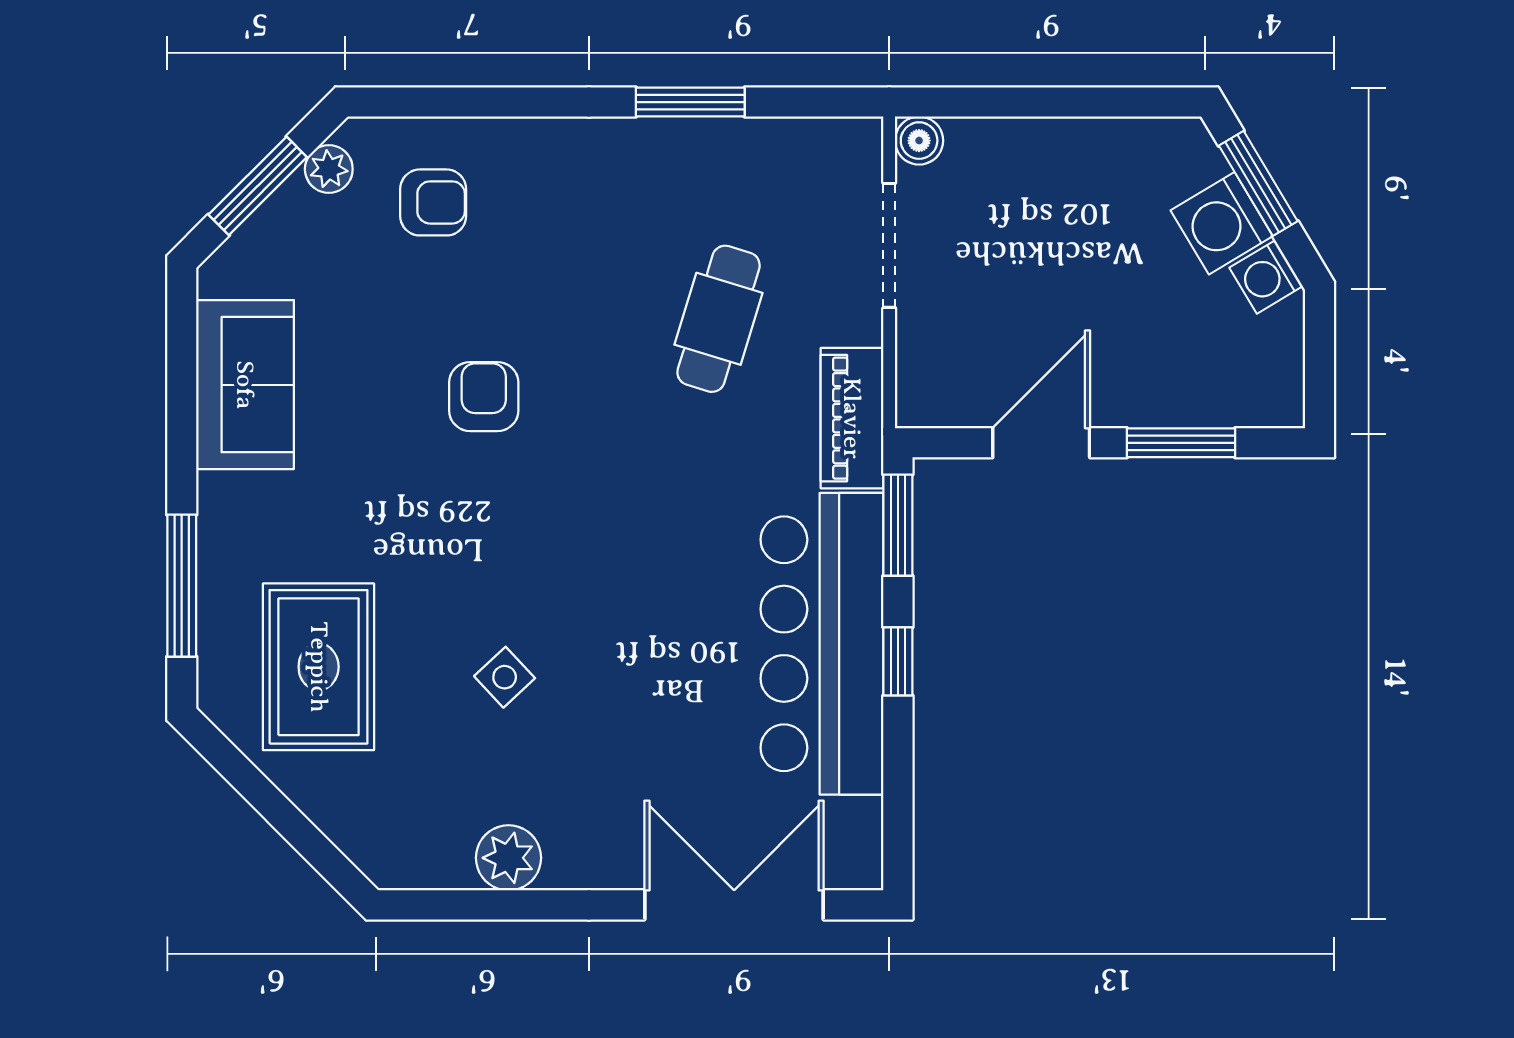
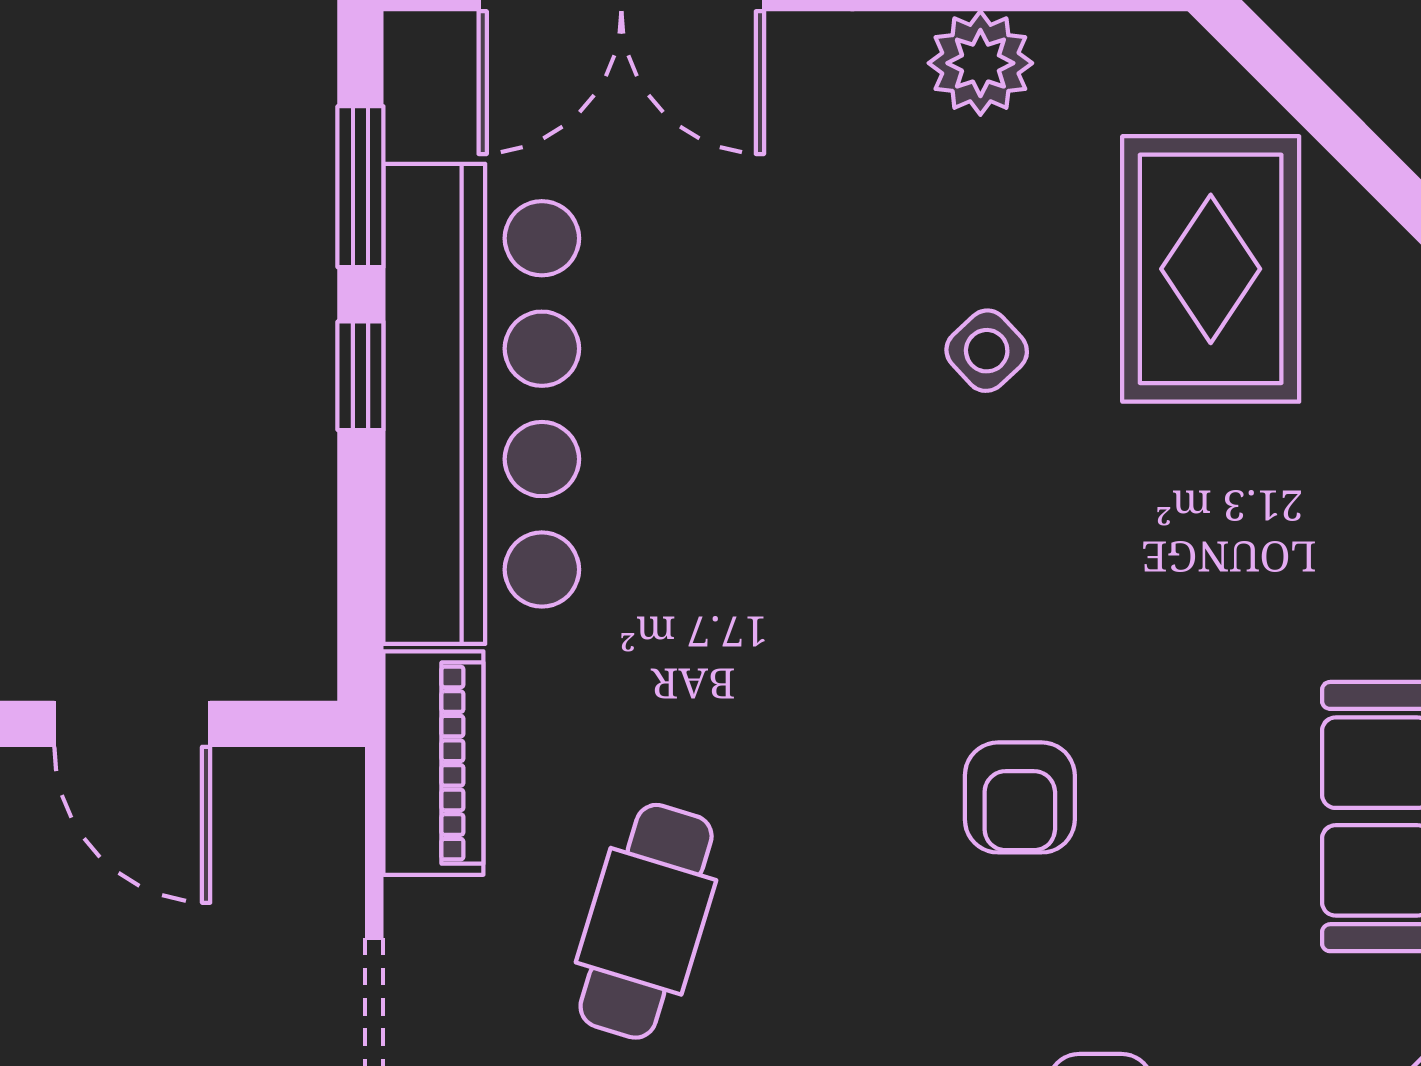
door: (1041, 443) -> (132, 724), hinge flipped
window: (898, 525) -> (360, 187), moved
rug: (319, 667) -> (1211, 269), moved

